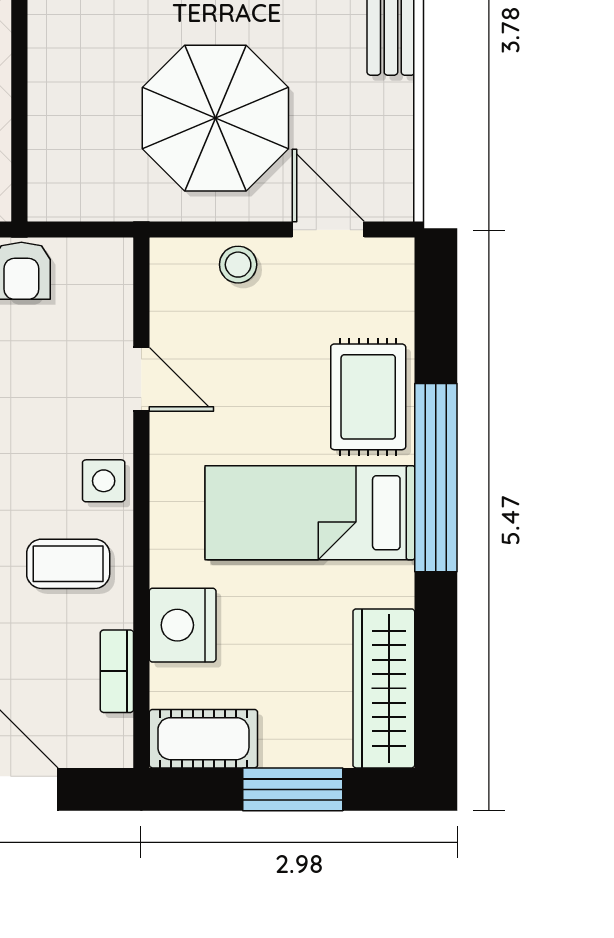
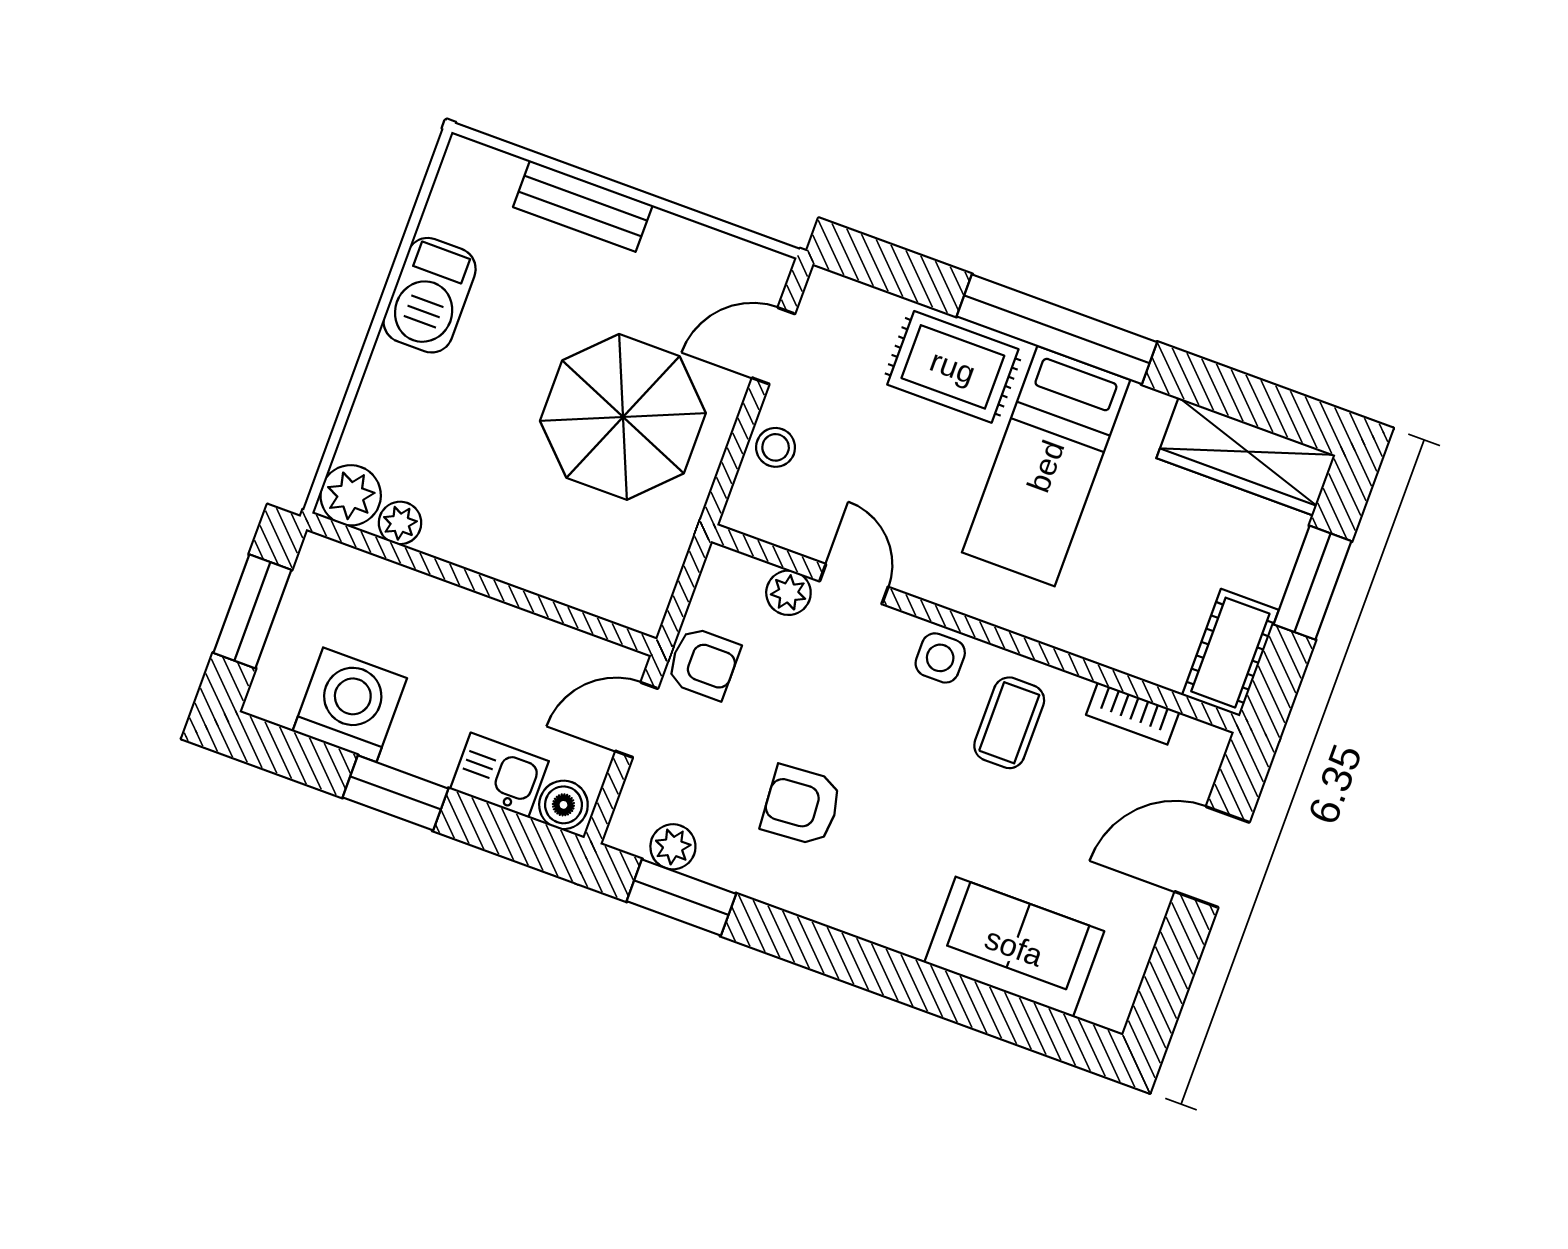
plant: (112, 324) -> (788, 593), added
door: (141, 379) -> (854, 584), hinge flipped
nightstand: (183, 625) -> (1111, 632), removed

